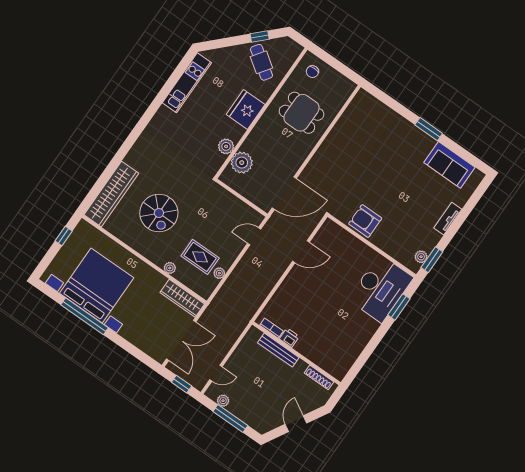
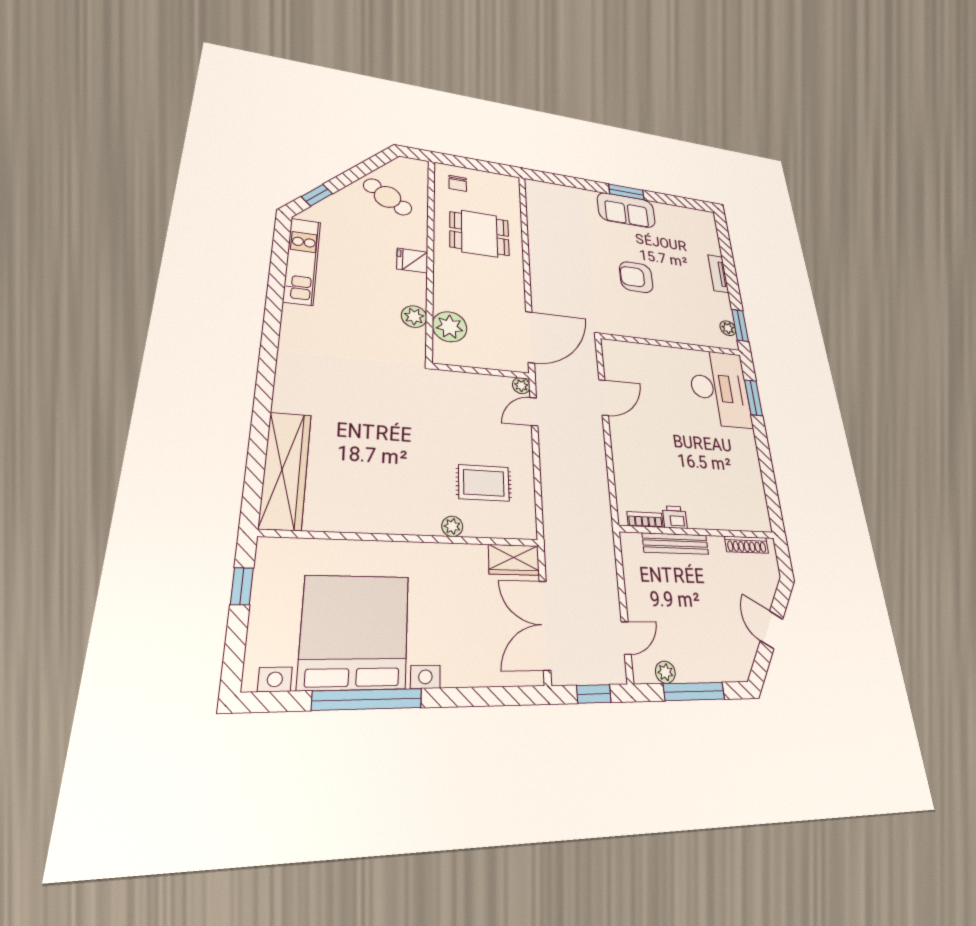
window: (260, 36) -> (317, 195), moved
fridge: (246, 109) -> (412, 261), width x0.53, depth x0.75
sofa: (449, 165) -> (626, 210), moved
spiral stairs: (159, 213) -> (381, 456), removed
armchair: (365, 221) -> (636, 277), moved
plant: (219, 273) -> (521, 386), moved
wardrobe: (182, 298) -> (514, 560), width x0.67
double door: (181, 340) -> (545, 625), swing flipped

